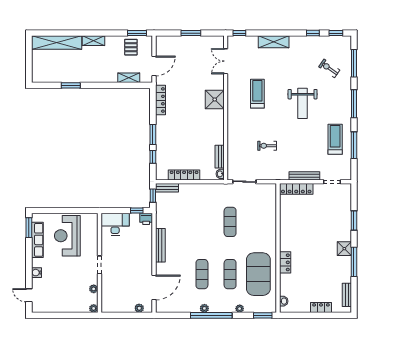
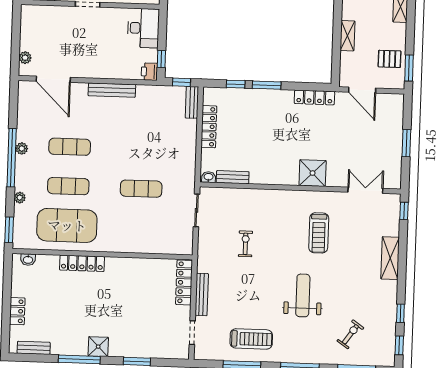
shelving: (129, 78) -> (347, 36), moved
treadmill: (257, 94) -> (319, 233), turned 90
weight bench: (303, 103) -> (303, 295), turned 90
locker: (285, 262) -> (82, 263), width x1.53

